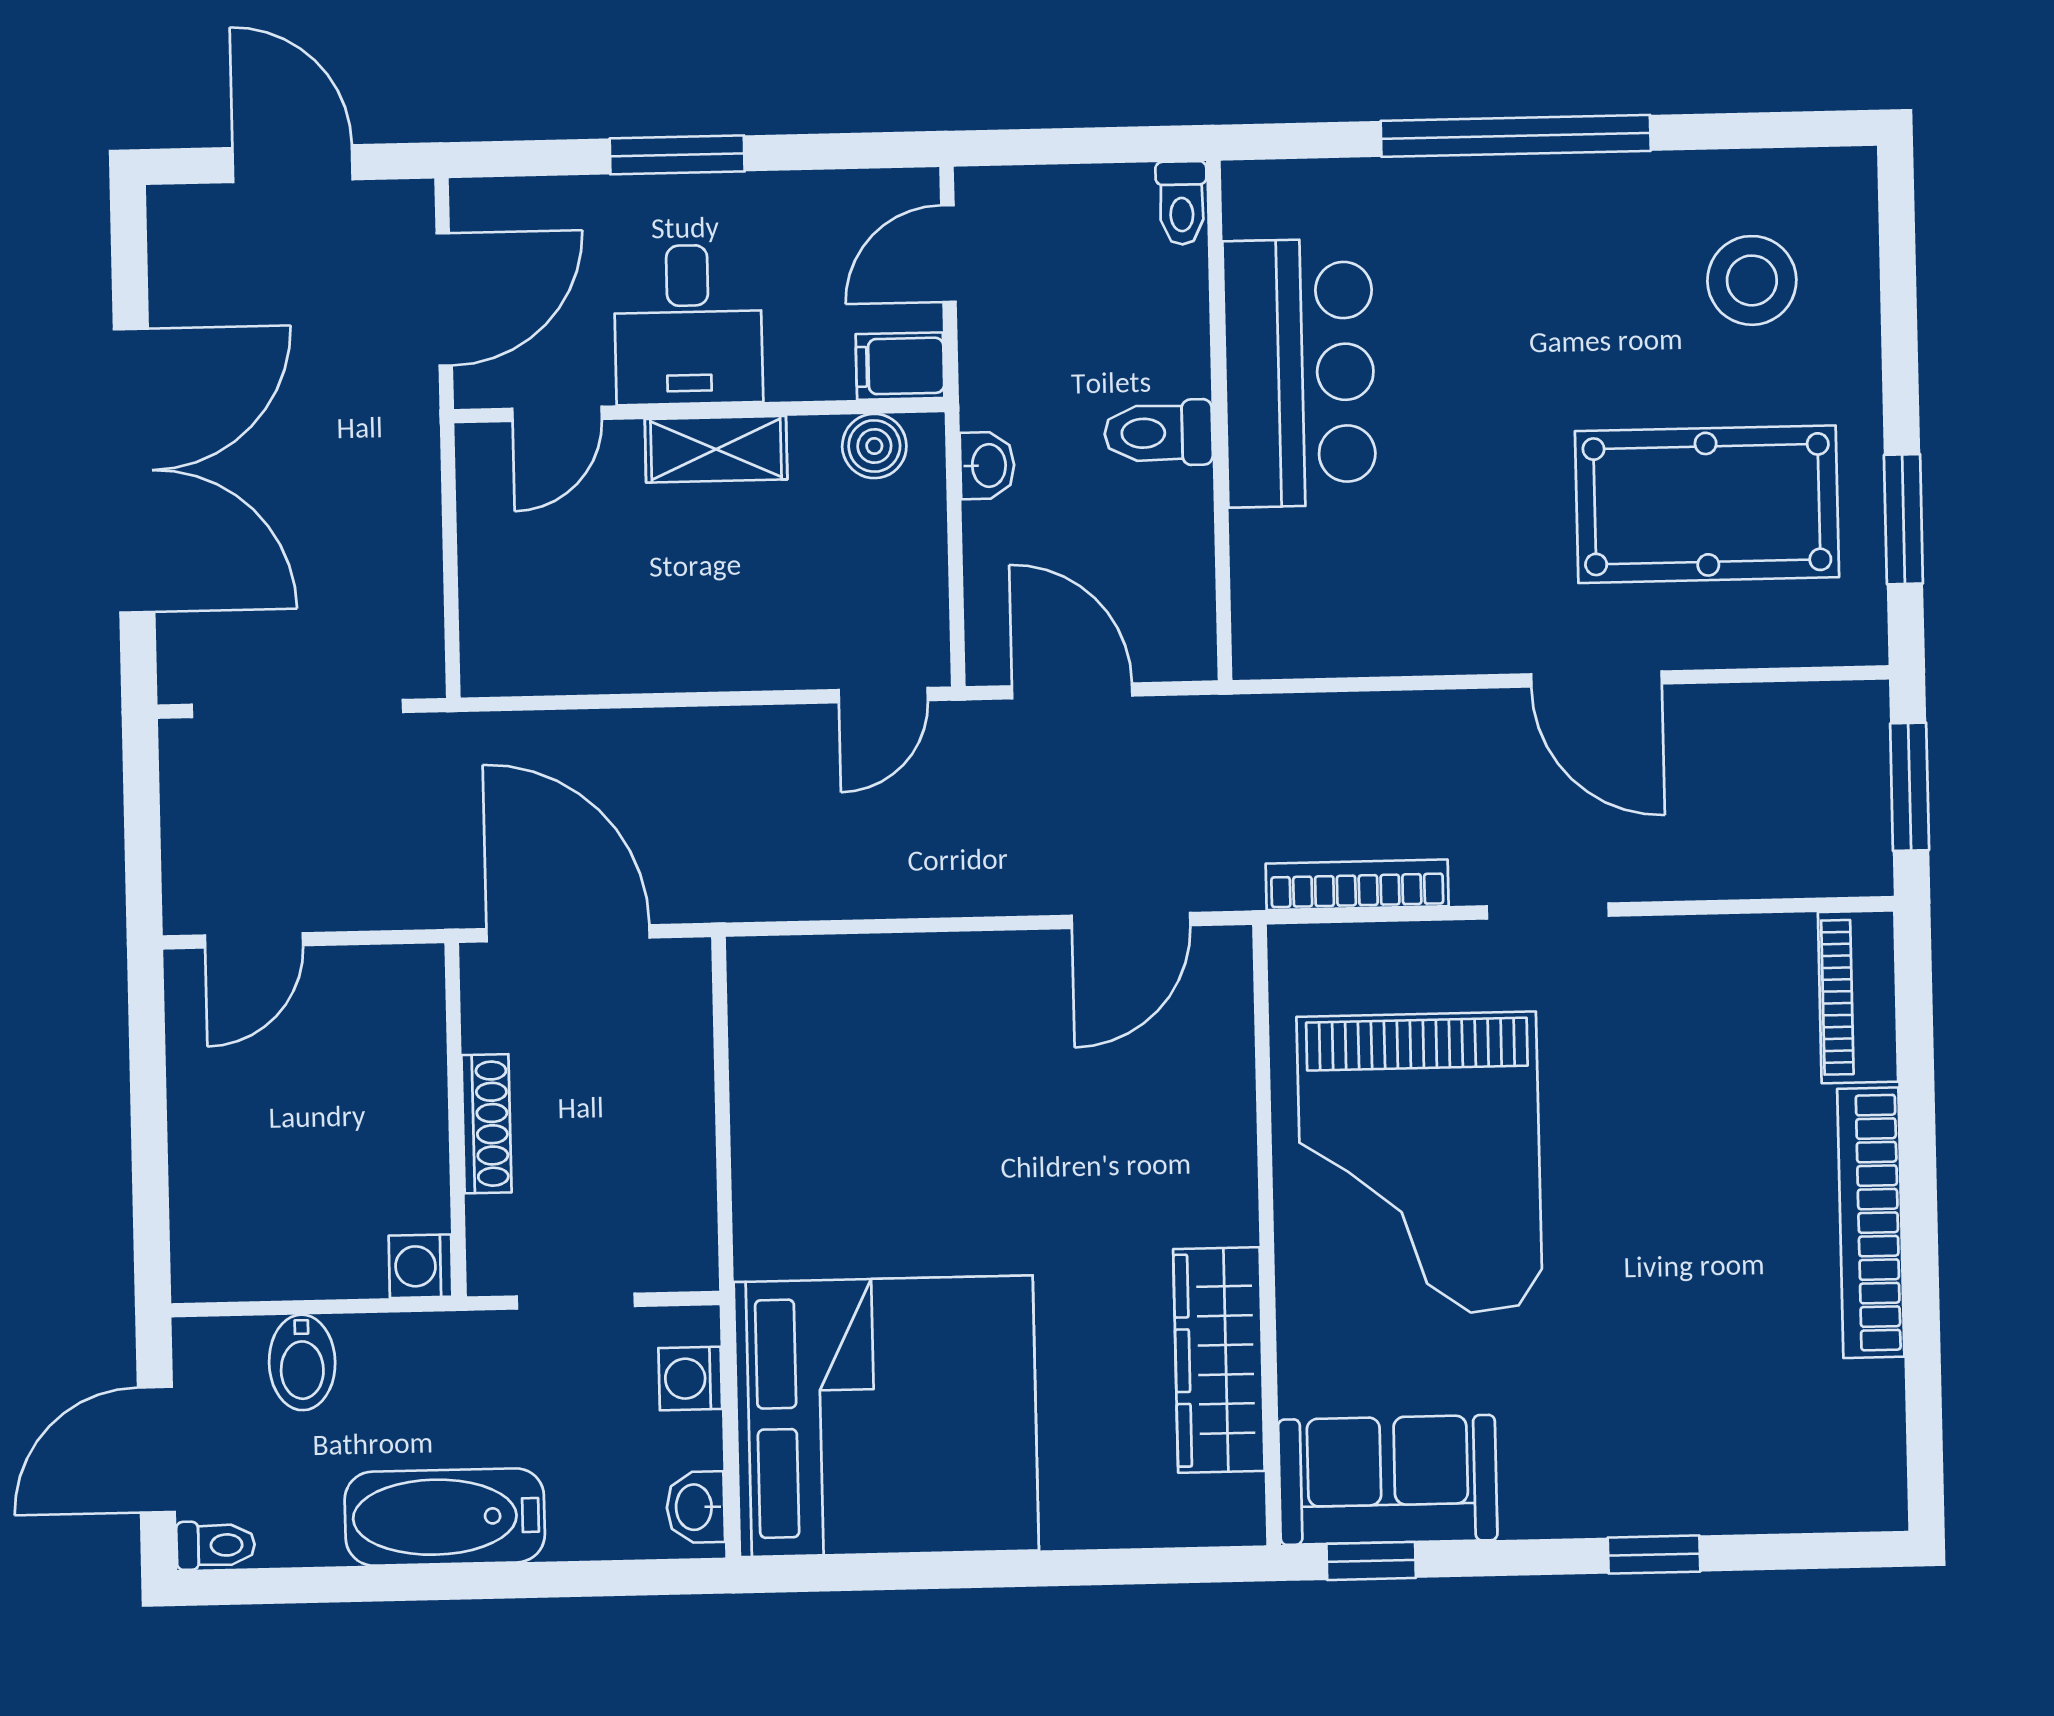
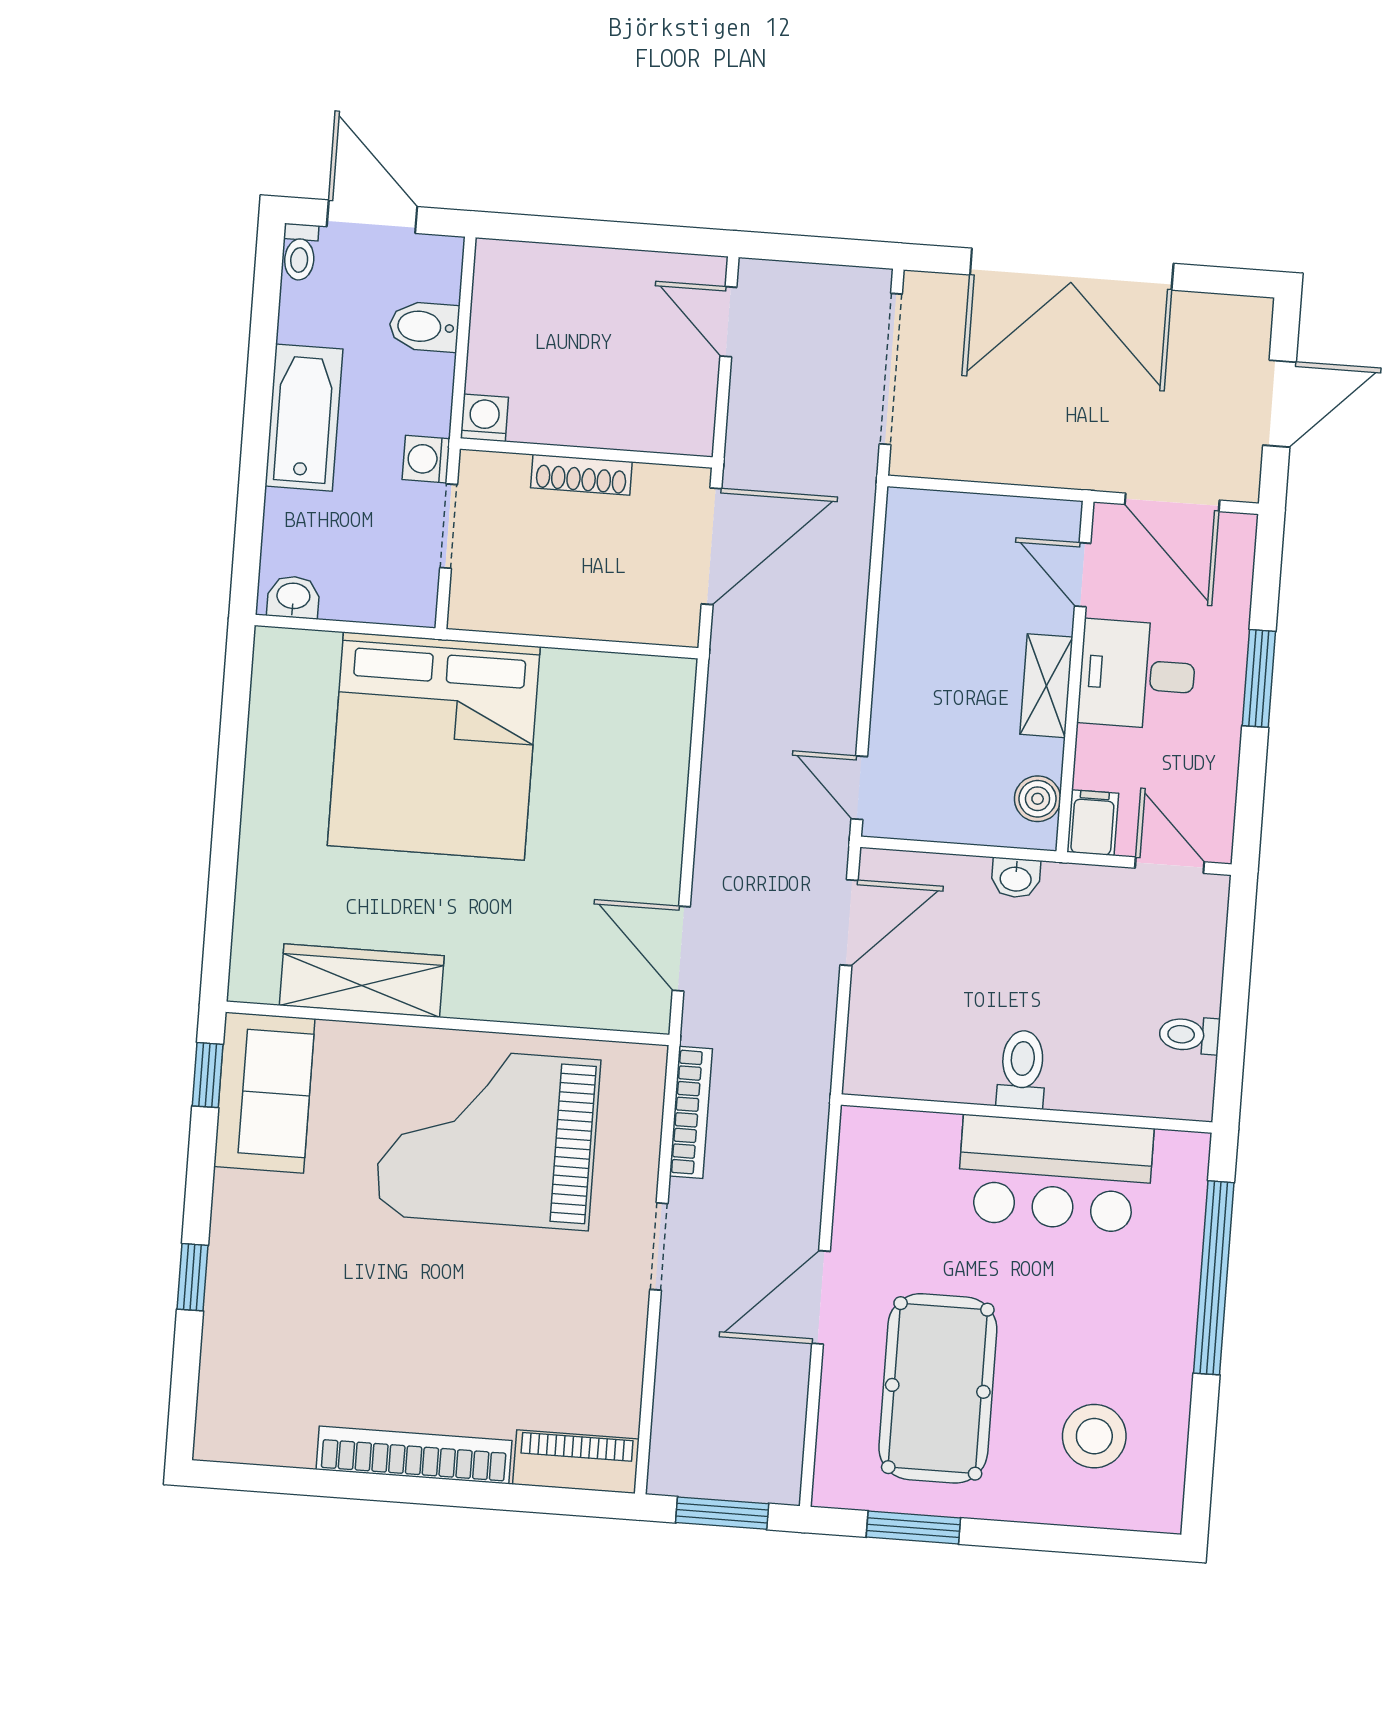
bar counter: (1299, 373) -> (1055, 1174), moved
wall: (1219, 420) -> (1027, 1113), moved
toilet: (1158, 433) -> (1022, 1069), moved
washing machine: (690, 1379) -> (426, 459), moved, turned -90
bed: (886, 1416) -> (434, 746), moved

